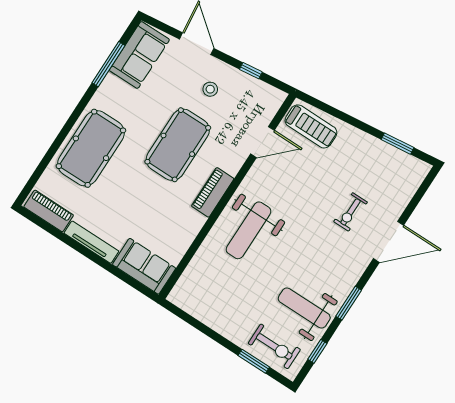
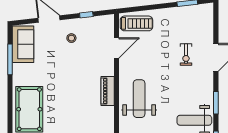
pool table: (178, 145) -> (73, 78), removed
weight bench: (249, 230) -> (139, 99), turned 180

